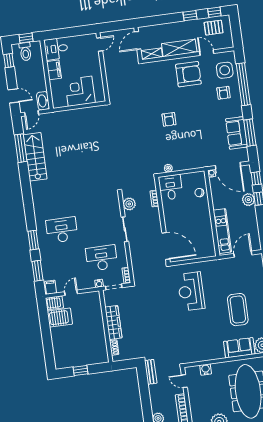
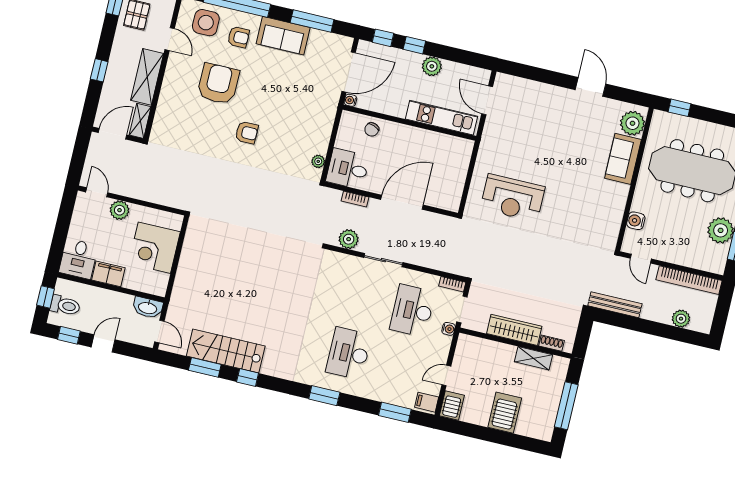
window: (190, 16) -> (99, 70), moved
door: (138, 40) -> (113, 134), swing flipped
door: (207, 53) -> (170, 39), swing flipped
plant: (94, 62) -> (120, 210), added
armchair: (188, 74) -> (218, 84), moved
door: (14, 96) -> (103, 343), moved
sofa: (237, 133) -> (283, 36), moved
window: (21, 148) -> (205, 367), width x0.69
window: (24, 176) -> (248, 378), added
plant: (248, 200) -> (432, 66), moved
window: (33, 240) -> (324, 396), moved
door: (166, 246) -> (402, 202), moved
door: (71, 293) -> (446, 375), hinge flipped
coffee table: (238, 310) -> (566, 139), removed
server rack: (60, 318) -> (505, 413), moved
shelving: (101, 340) -> (533, 358), added
window: (80, 371) -> (566, 406), width x2.17
bench: (151, 372) -> (615, 305), width x1.36
door: (184, 381) -> (641, 259), hinge flipped

